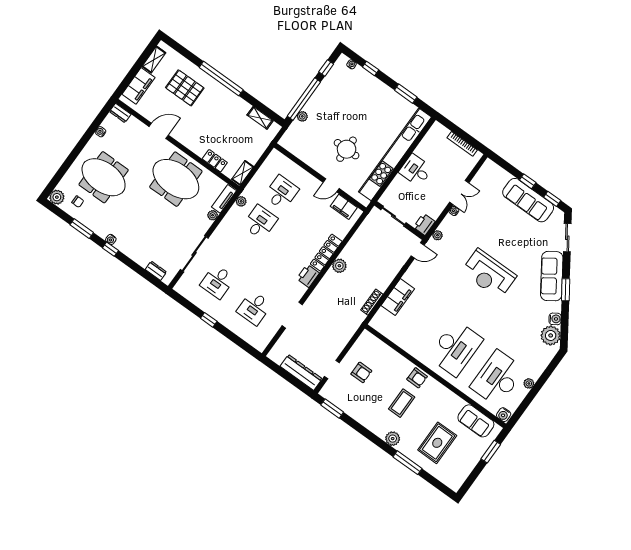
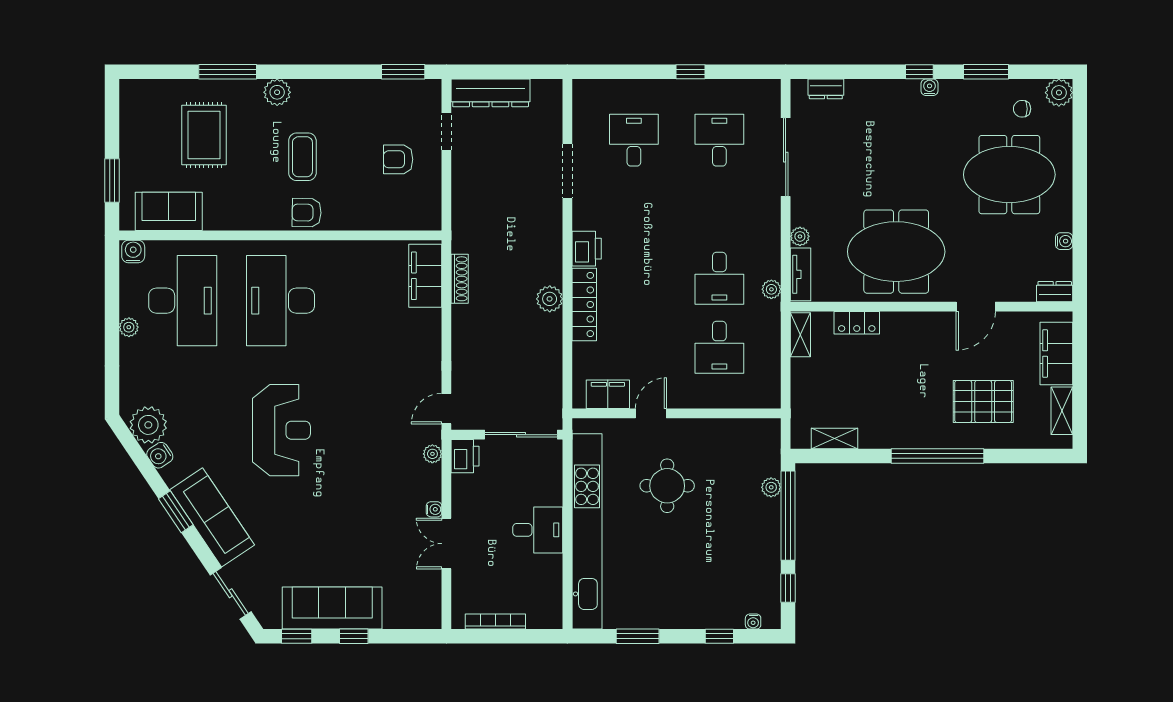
sliding door: (393, 216) -> (521, 435), width x1.37
reception desk: (489, 274) -> (281, 430), moved, turned 90
filing cabinet: (398, 297) -> (425, 276), moved

